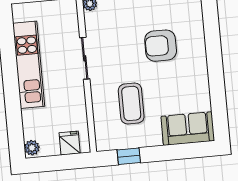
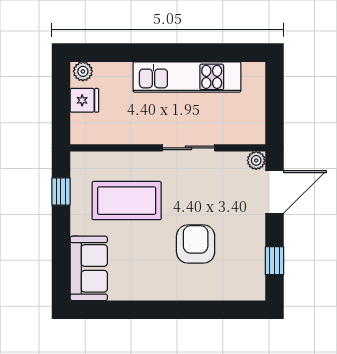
coffee table: (131, 103) -> (127, 201), width x1.36, depth x1.32
fridge: (70, 143) -> (84, 100), moved

